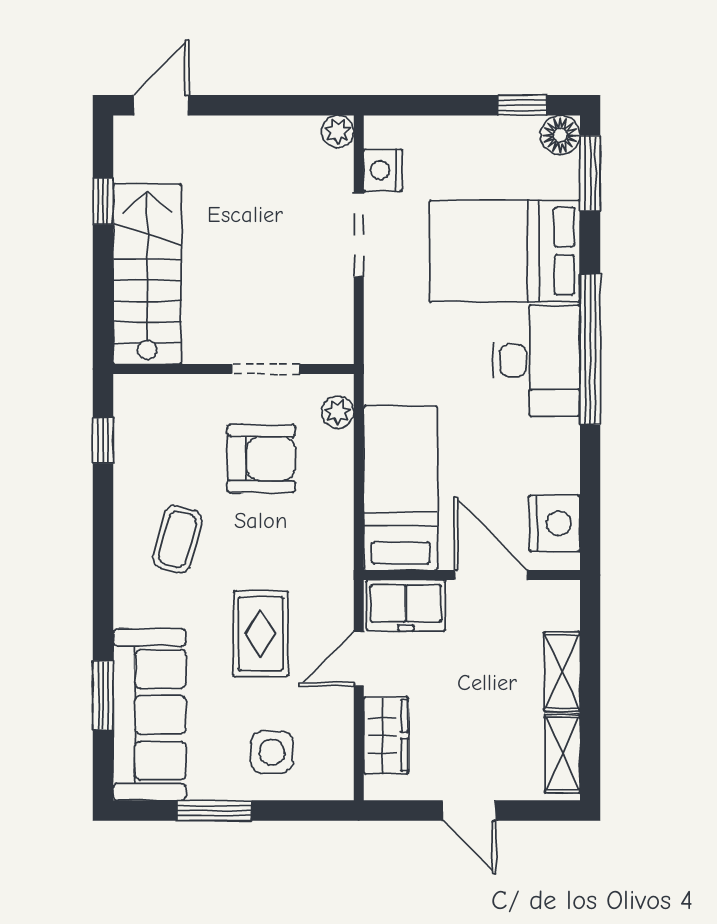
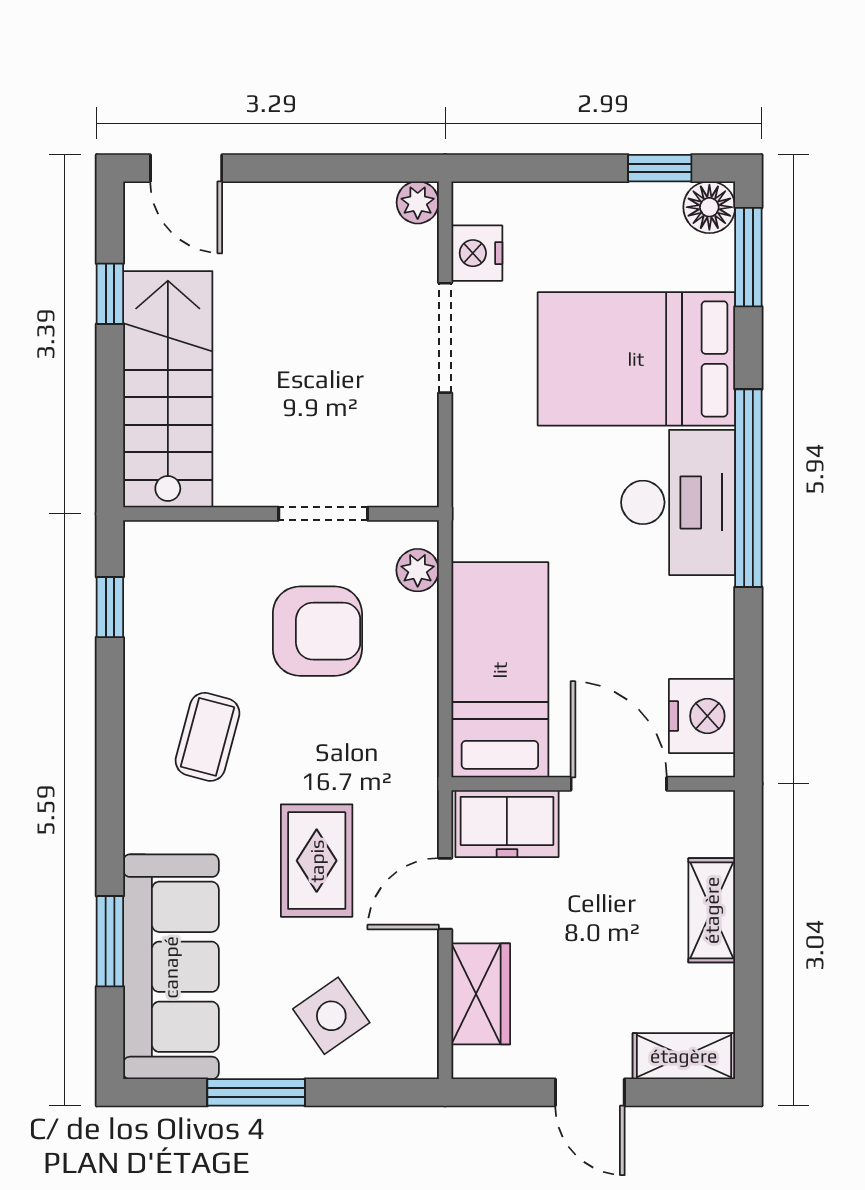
door: (161, 105) -> (186, 168), swing flipped
side table: (272, 752) -> (331, 1016), turned -35
shelving: (562, 754) -> (684, 1056), moved, turned 90

